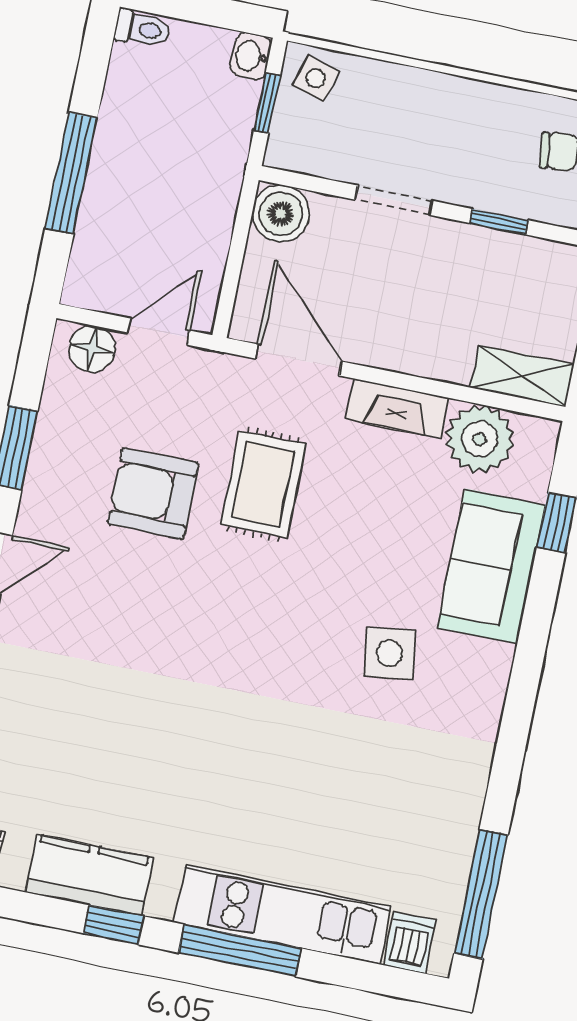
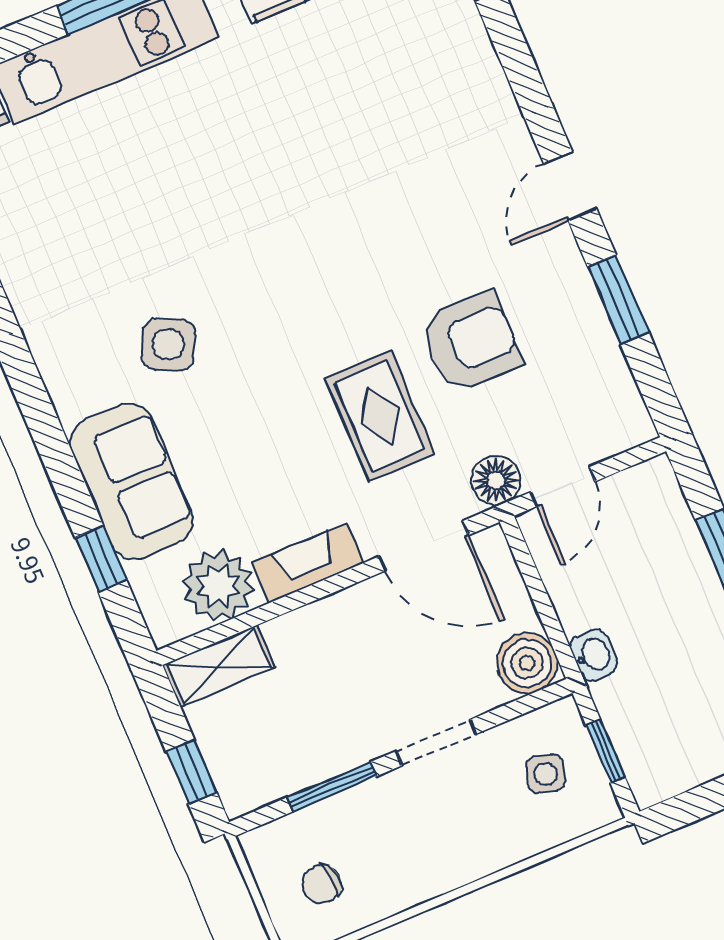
washbasin: (251, 56) -> (594, 655), moved
side table: (316, 78) -> (546, 774), moved
window: (499, 222) -> (332, 787), width x1.50
floor lamp: (92, 349) -> (496, 480), moved
side table: (389, 653) -> (168, 344), turned 34

